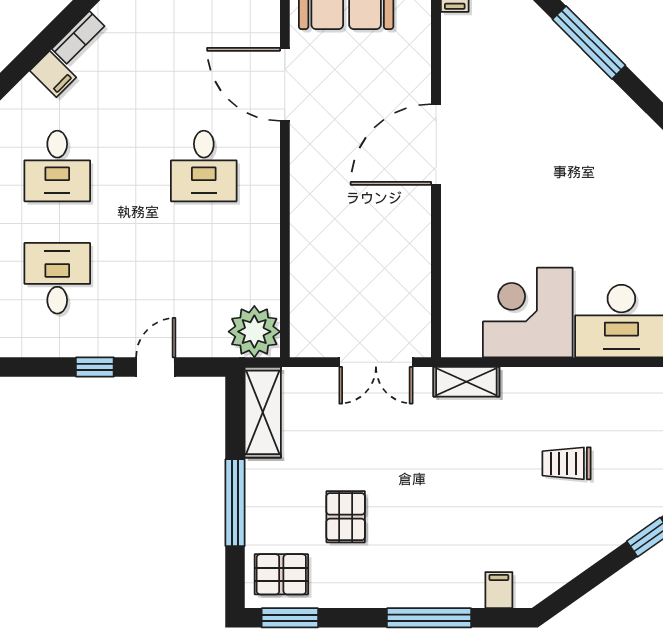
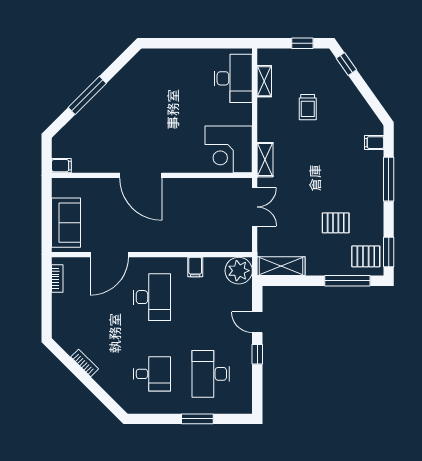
filing cabinet: (53, 74) -> (195, 267), moved, turned 135
desk: (204, 166) -> (152, 297), width x1.37
desk: (57, 278) -> (211, 374), width x1.37
corner desk: (528, 313) -> (229, 149), moved
shelving: (616, 381) -> (264, 81), added
window: (235, 503) -> (347, 281), moved
pallet: (281, 574) -> (366, 256), turned 90

